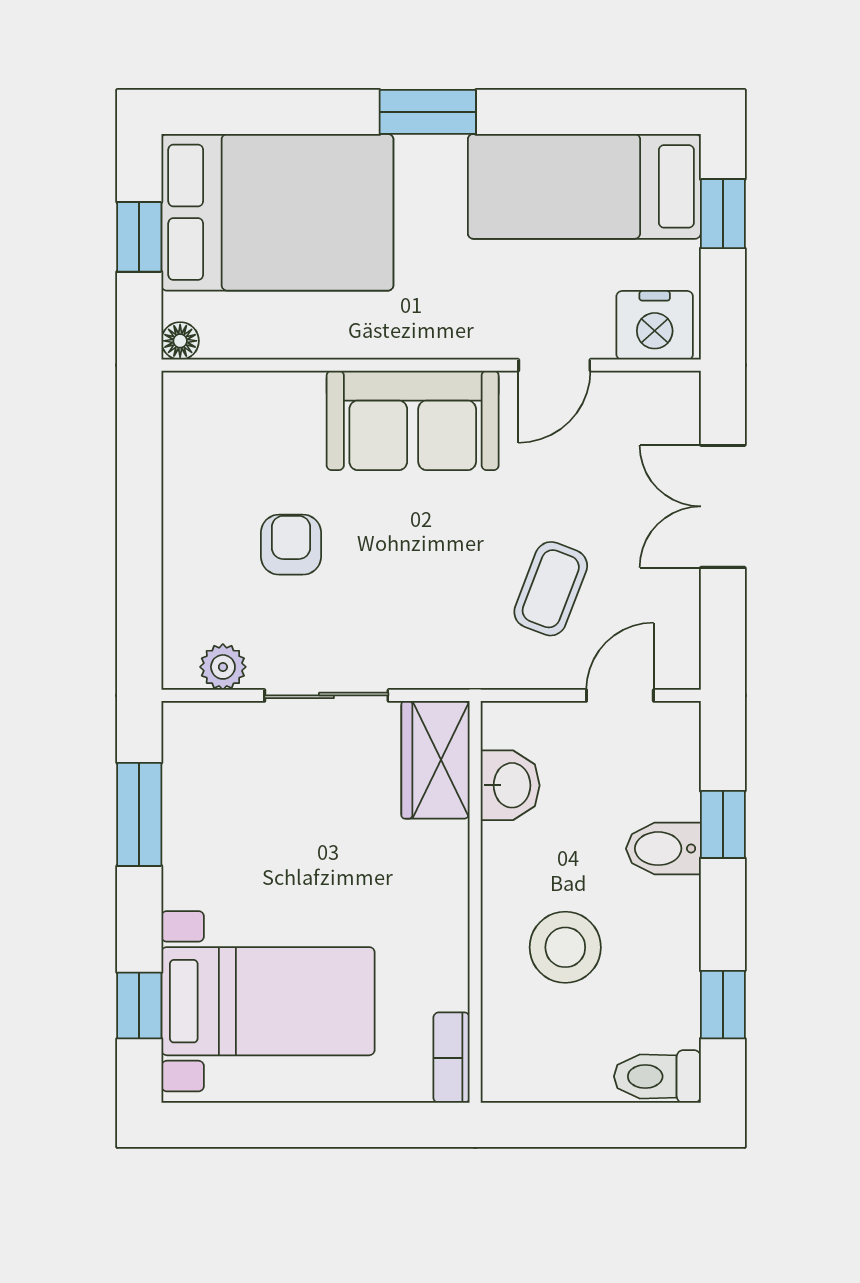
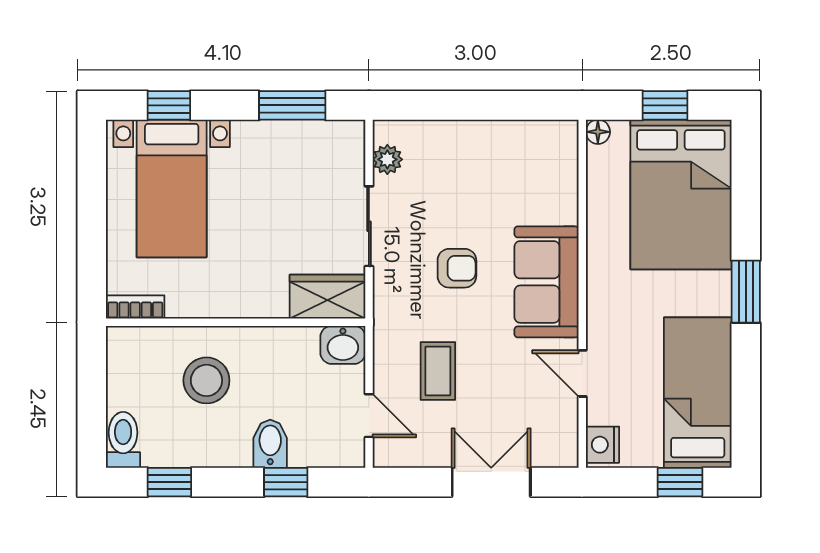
nightstand: (655, 325) -> (603, 445), width x0.74, depth x0.75
armchair: (291, 545) -> (457, 268), moved
coffee table: (551, 589) -> (438, 371), turned 69
washbasin: (510, 785) -> (343, 345), moved

